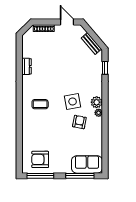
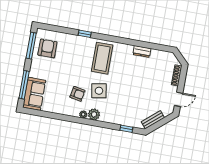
coffee table: (40, 104) -> (102, 58), width x1.86, depth x1.72
window: (19, 125) -> (85, 34), added

